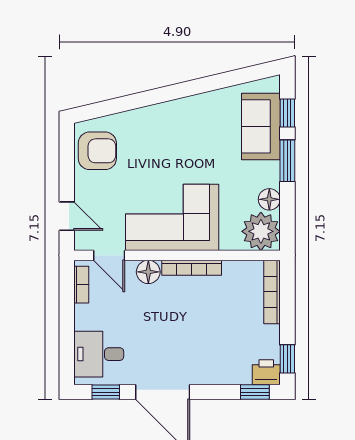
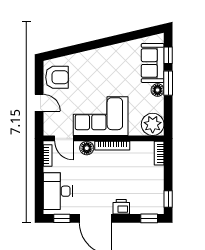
floor lamp: (269, 199) -> (158, 90), moved
door: (67, 216) -> (39, 103), moved
bookcase: (272, 292) -> (159, 153), width x0.64
desk: (99, 354) -> (58, 191), width x1.37
printer: (266, 372) -> (121, 207), moved

